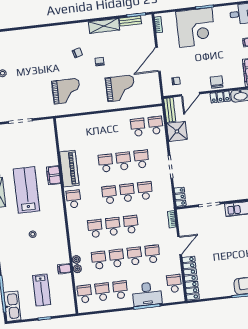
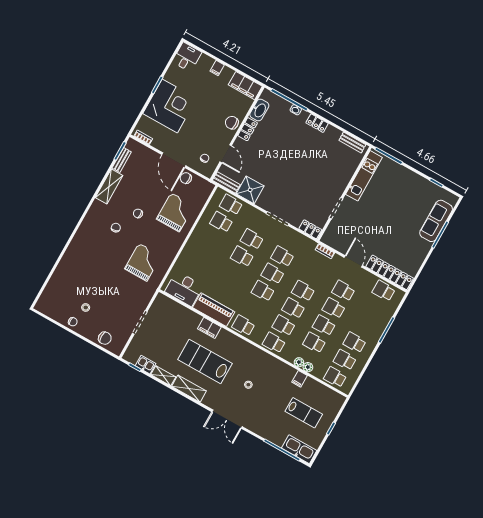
chair: (151, 78) -> (186, 178), added
school desk: (106, 163) -> (274, 343), moved
desk: (147, 294) -> (184, 289), moved, turned 90

